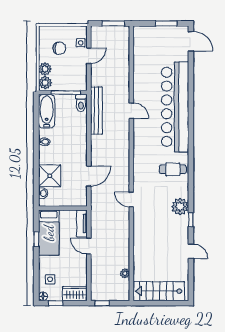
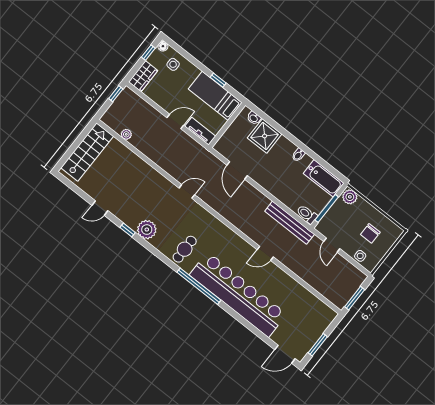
door: (89, 56) -> (332, 245), moved
plant: (45, 69) -> (362, 206), removed
window: (191, 139) -> (199, 286), added

